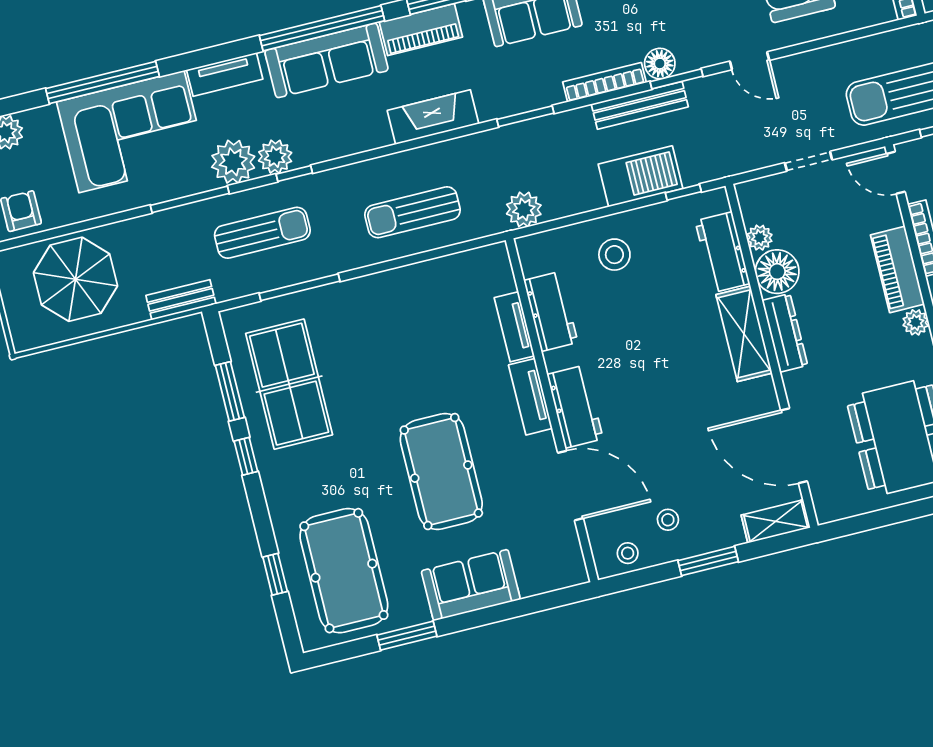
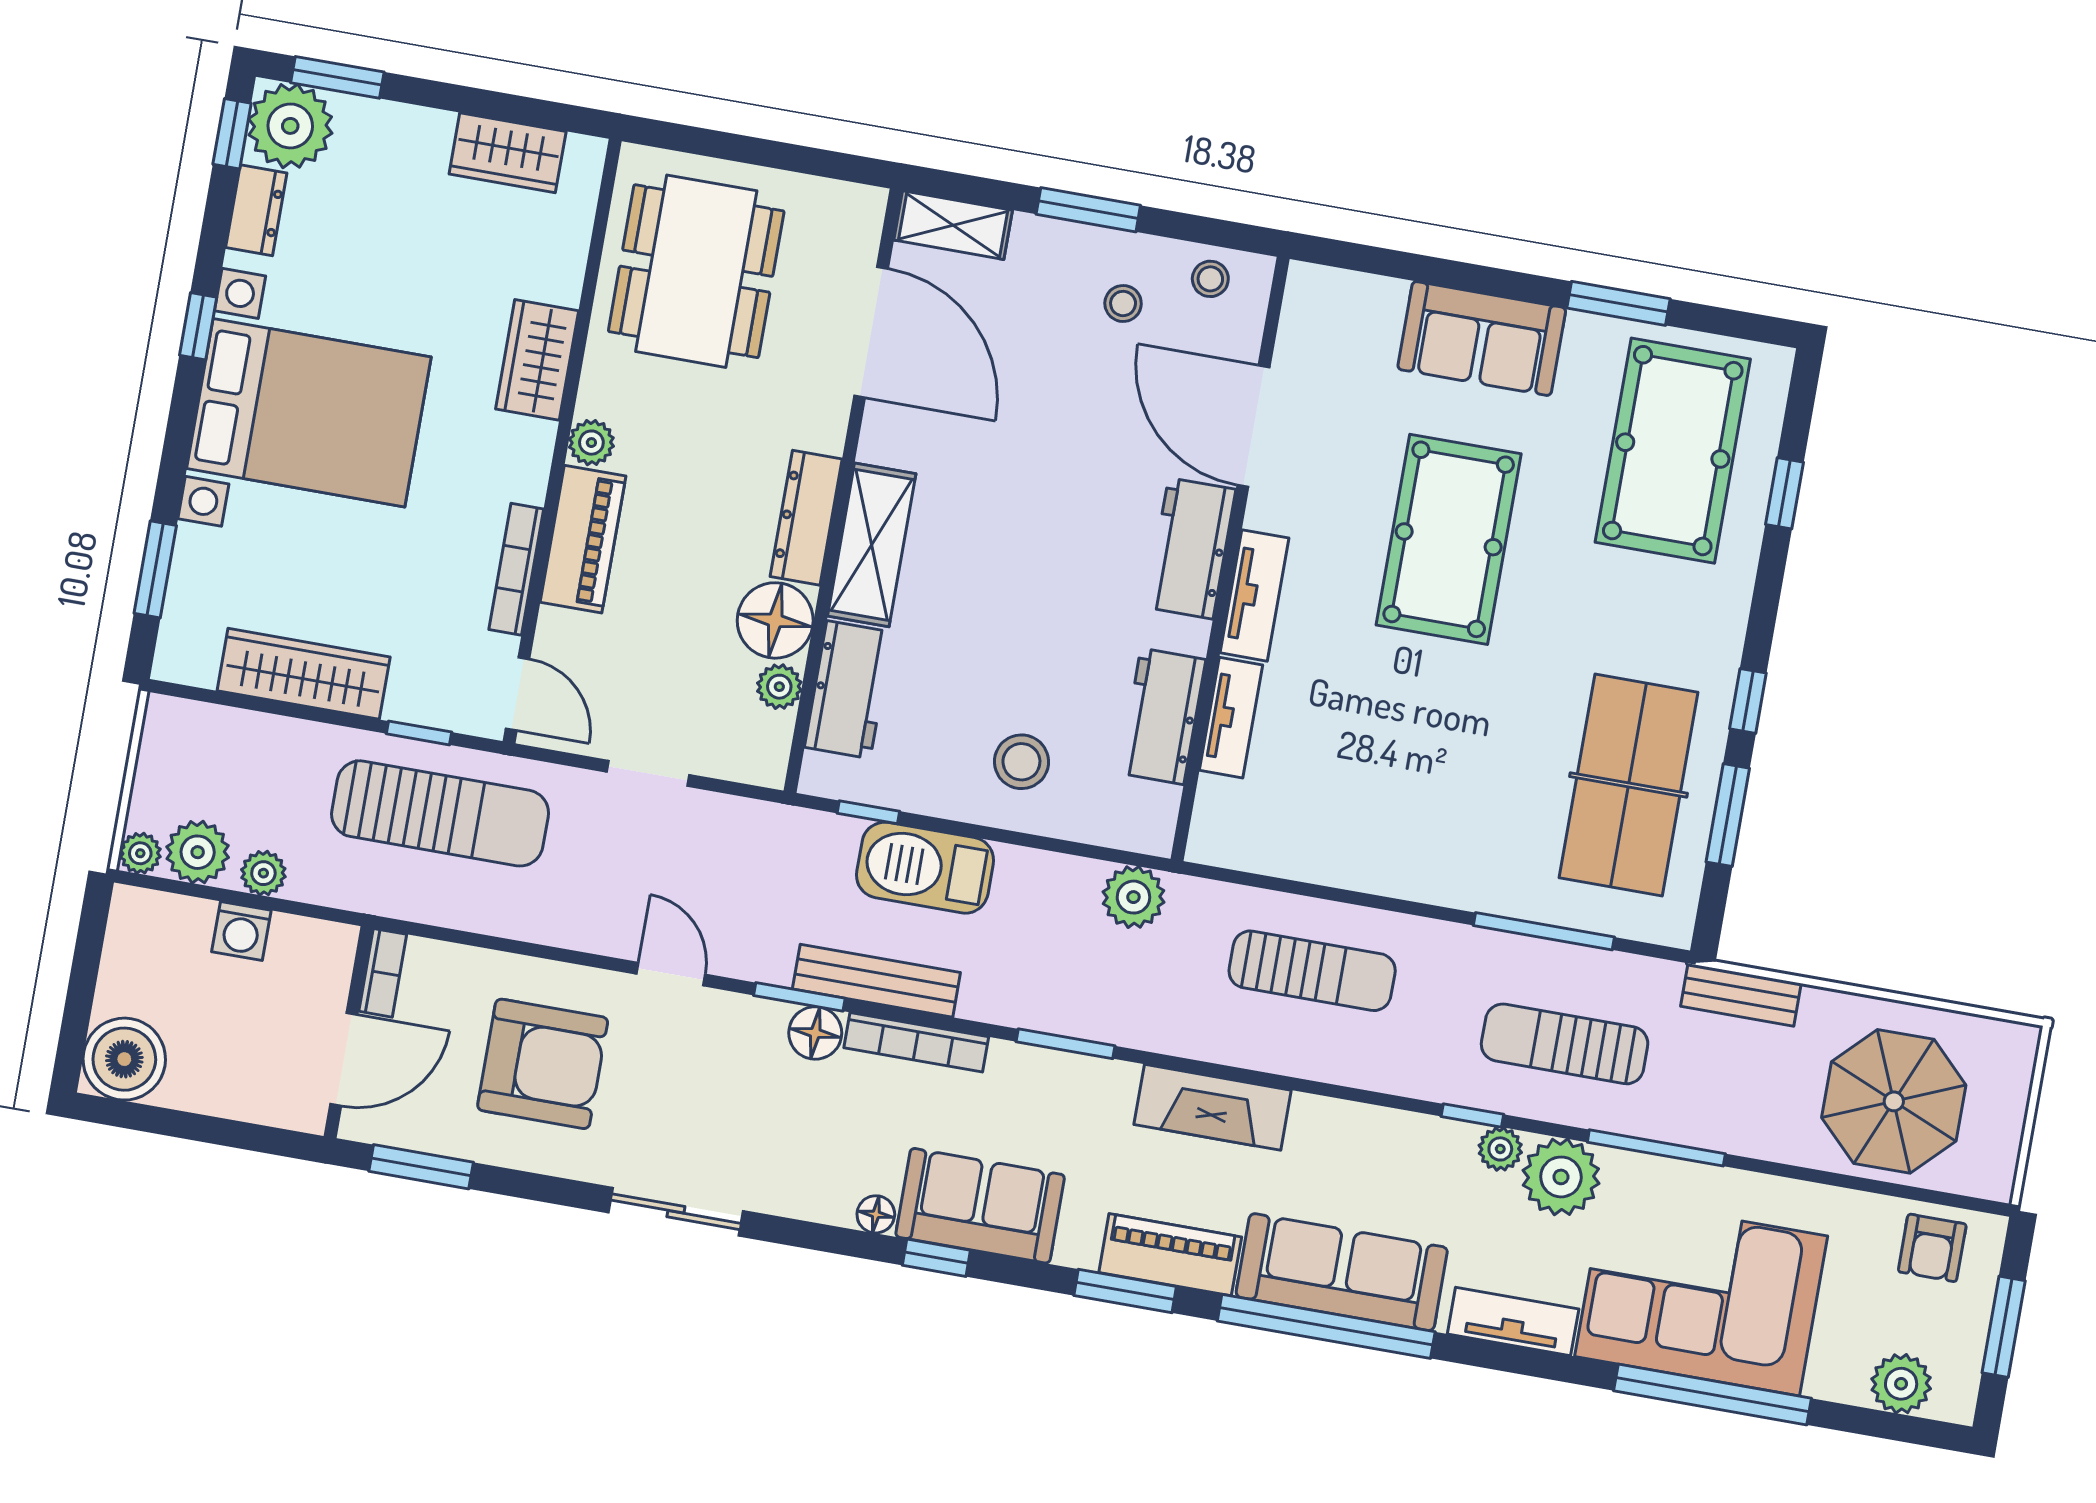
plant: (275, 157) -> (1500, 1149), width x0.73, depth x0.73

